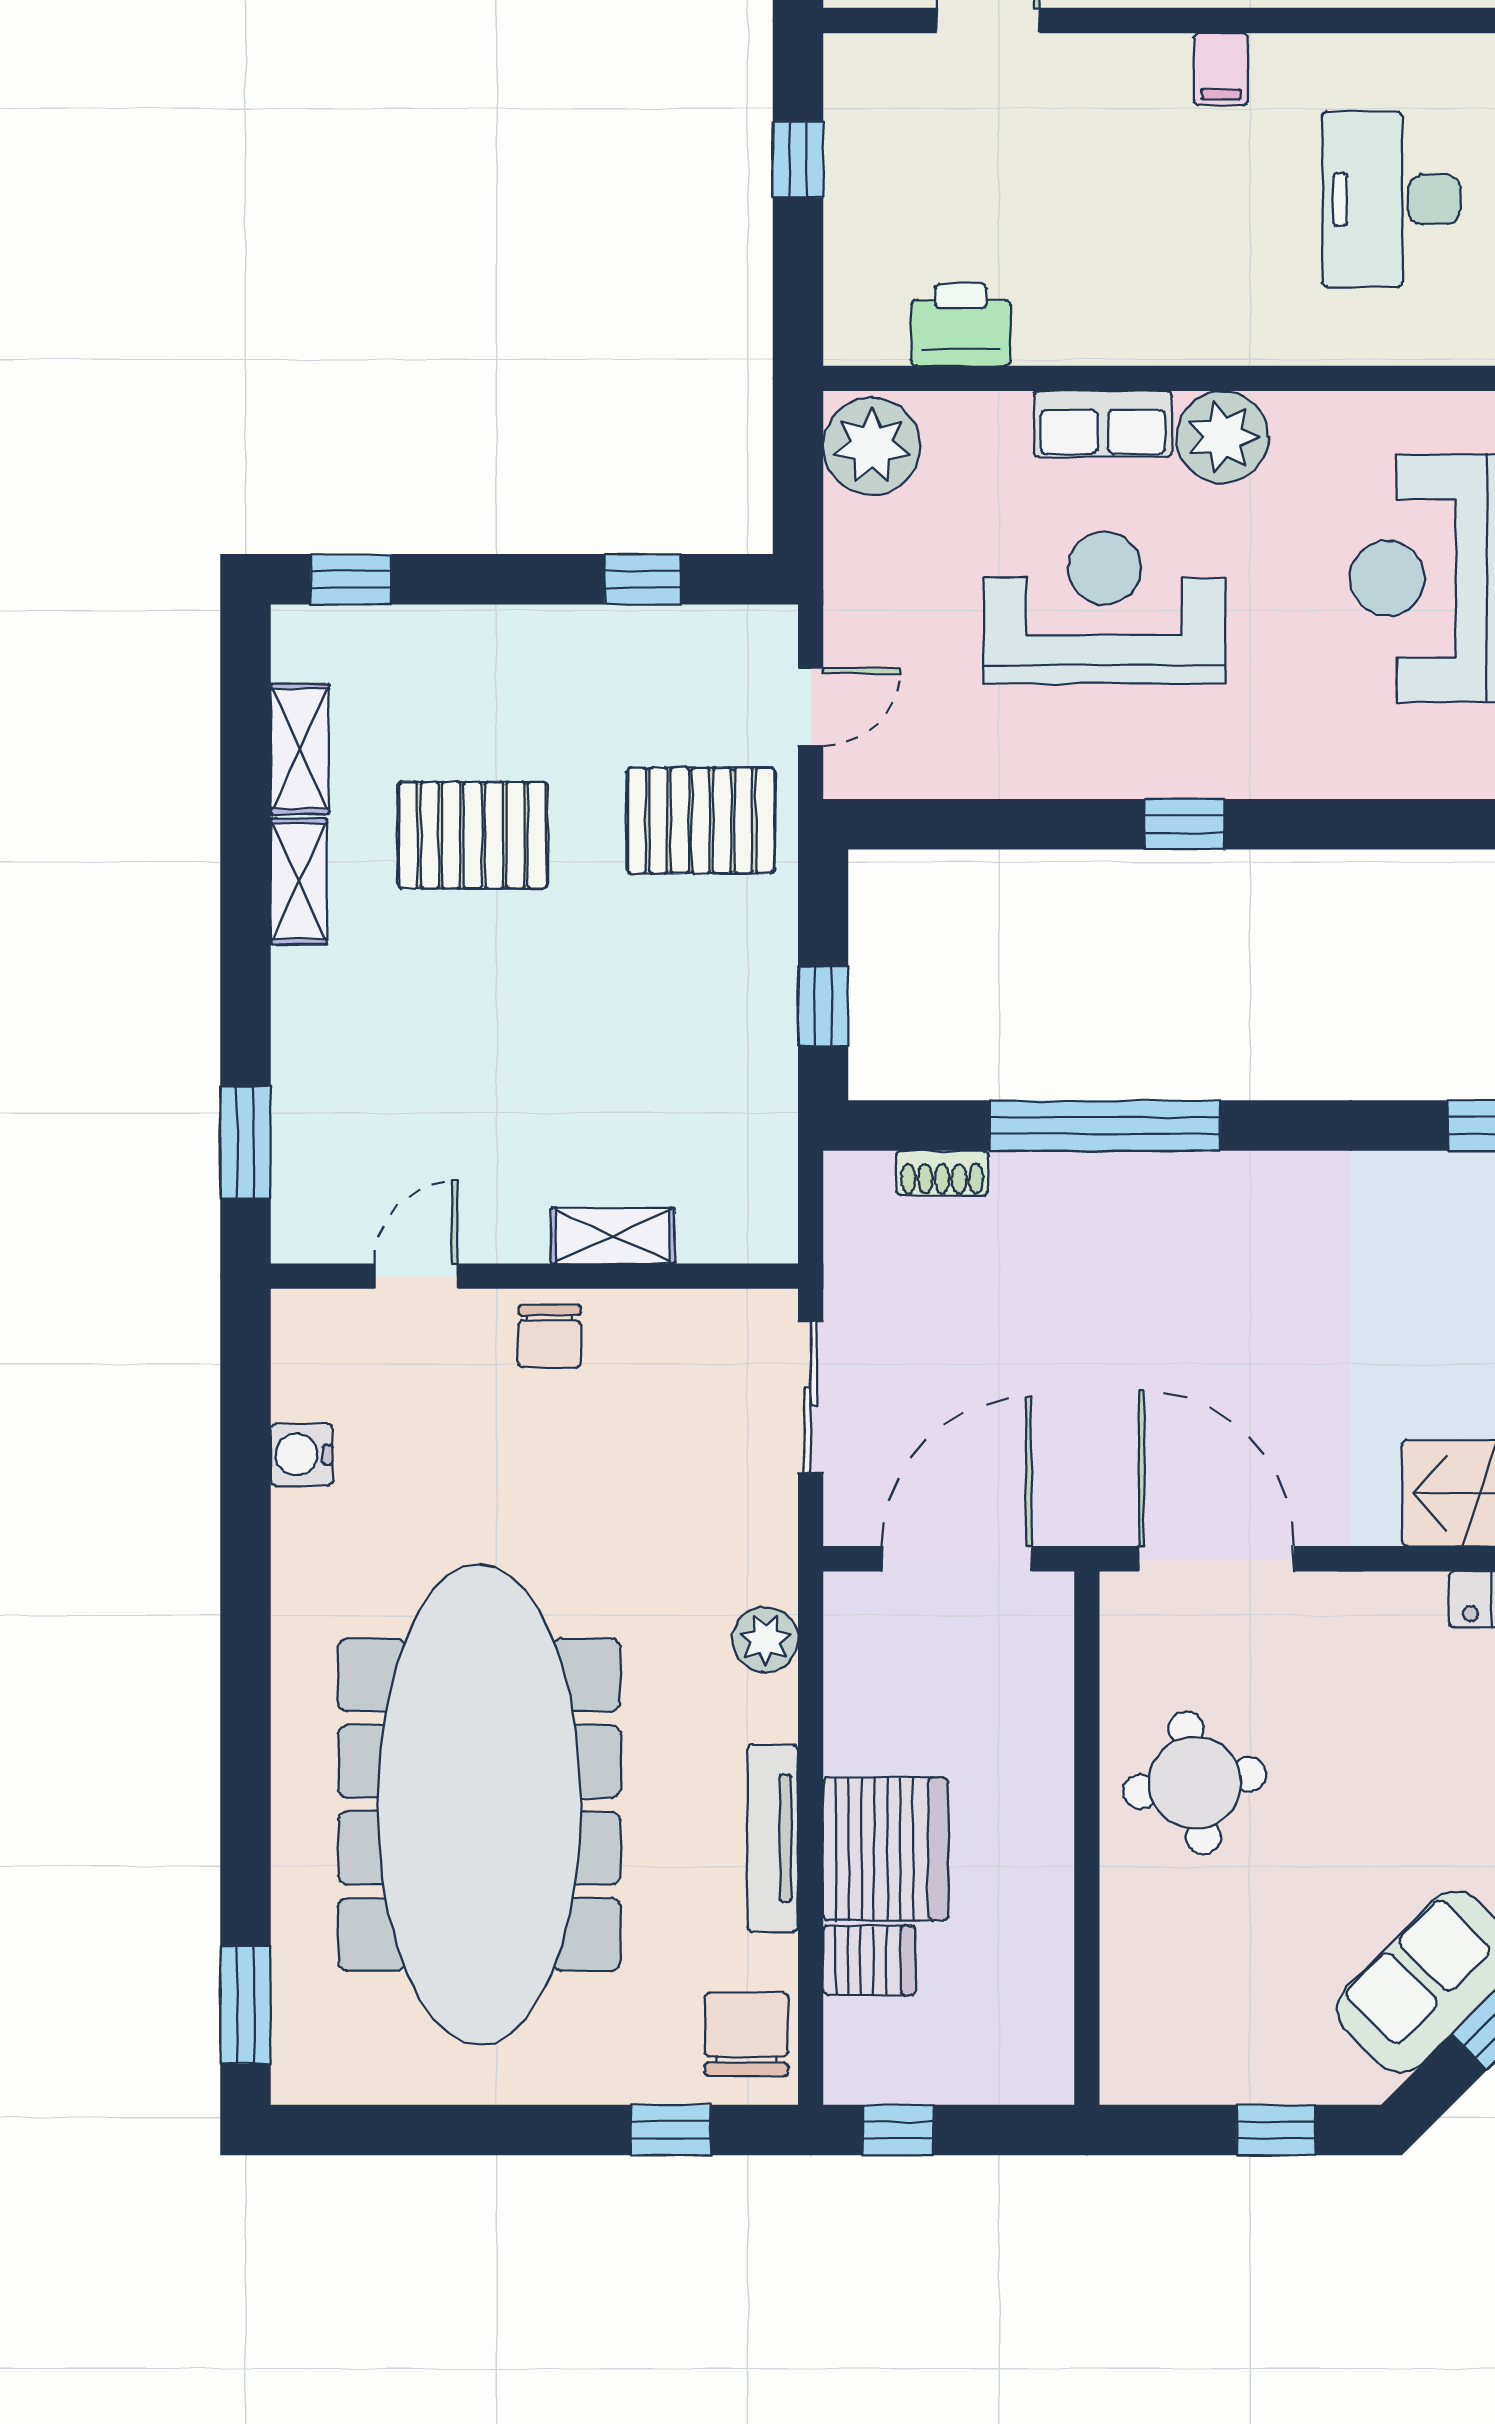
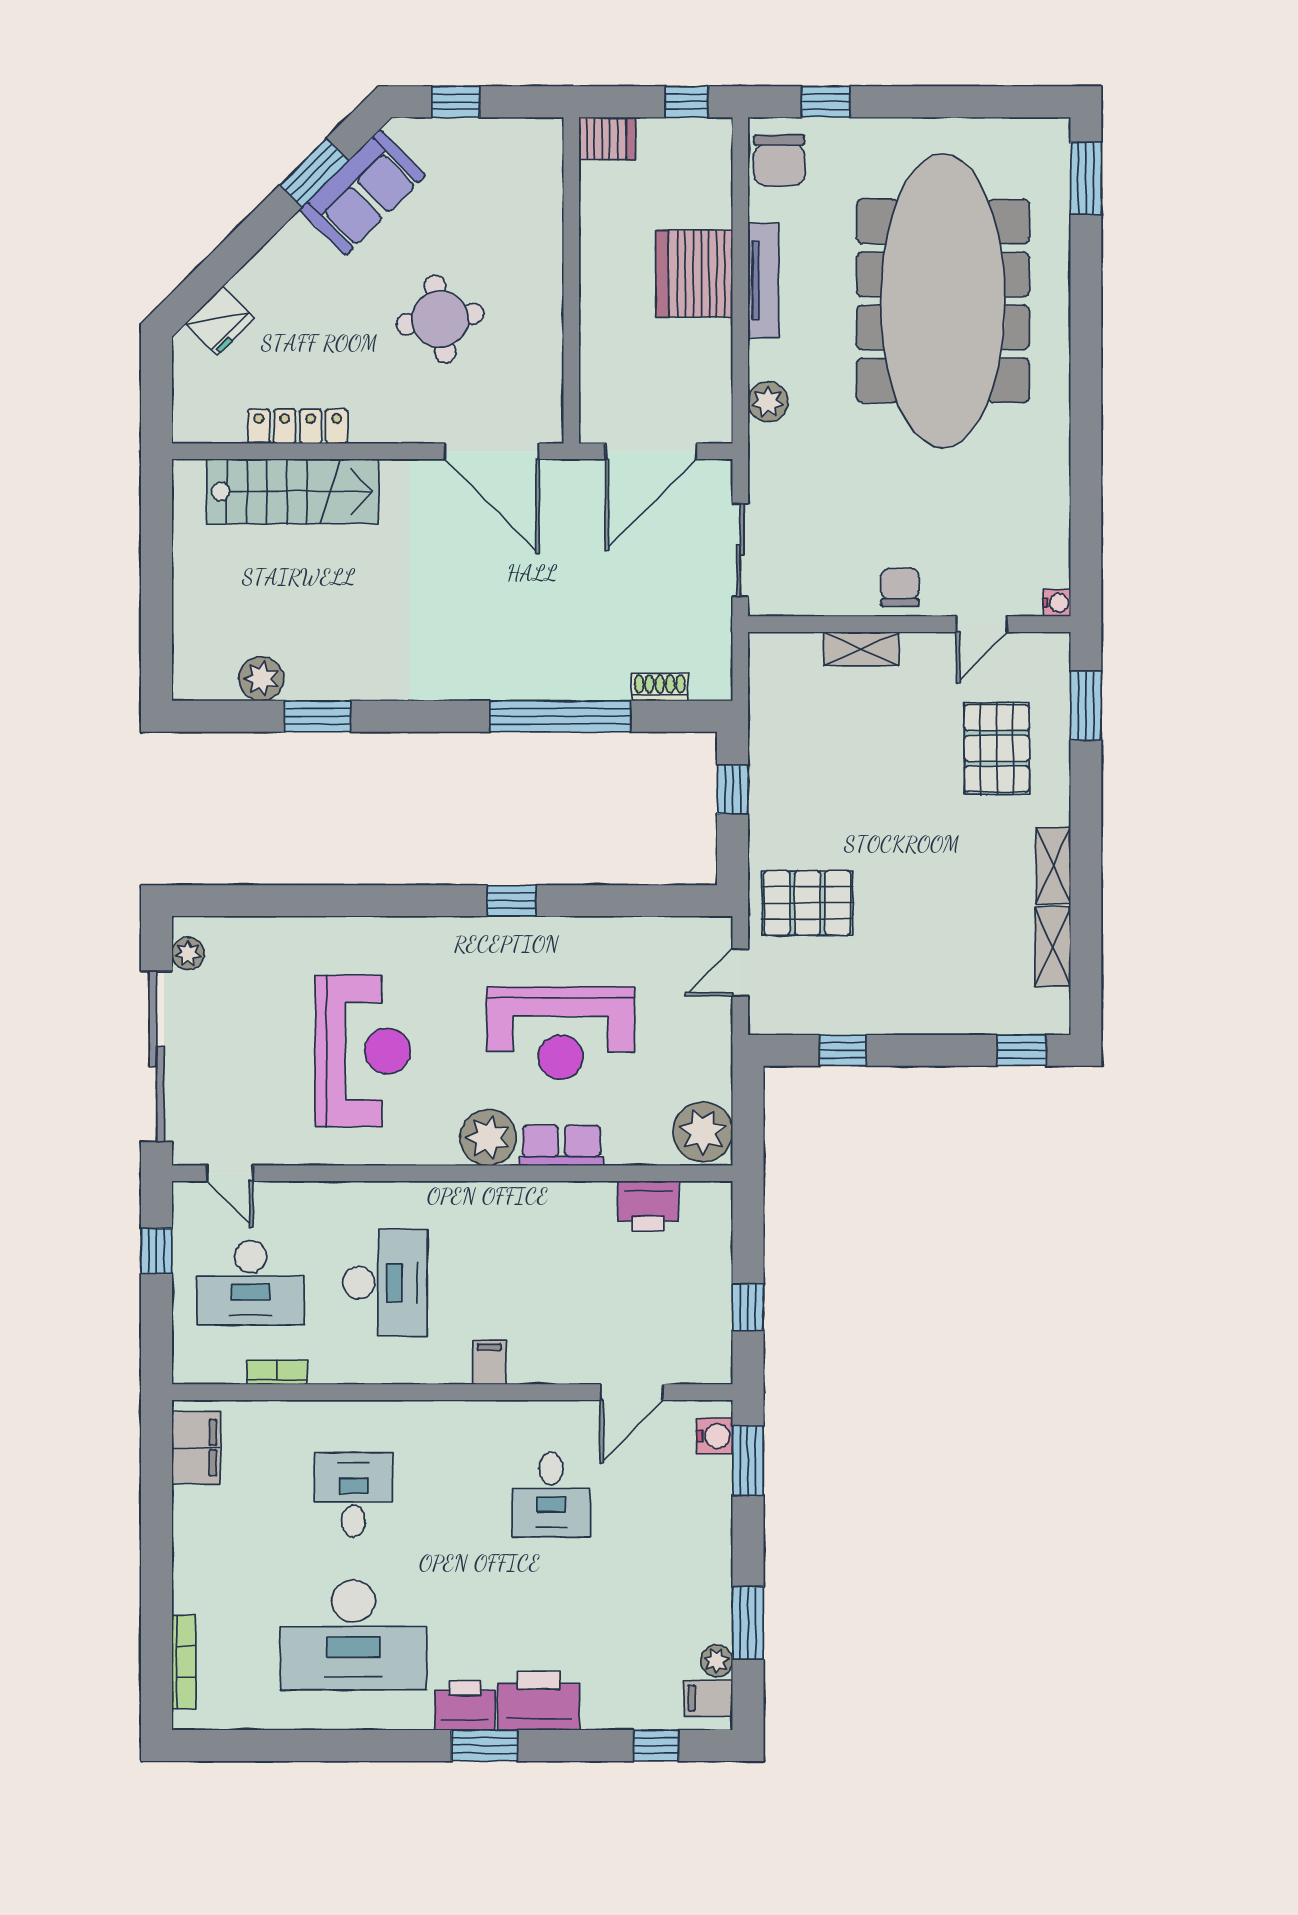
pallet: (473, 835) -> (997, 748), moved, turned 90
water cooler: (302, 1455) -> (1057, 603), moved, width x0.72, depth x0.72
round table: (1195, 1783) -> (440, 319), moved
server rack: (869, 1960) -> (607, 138), moved, turned 180

